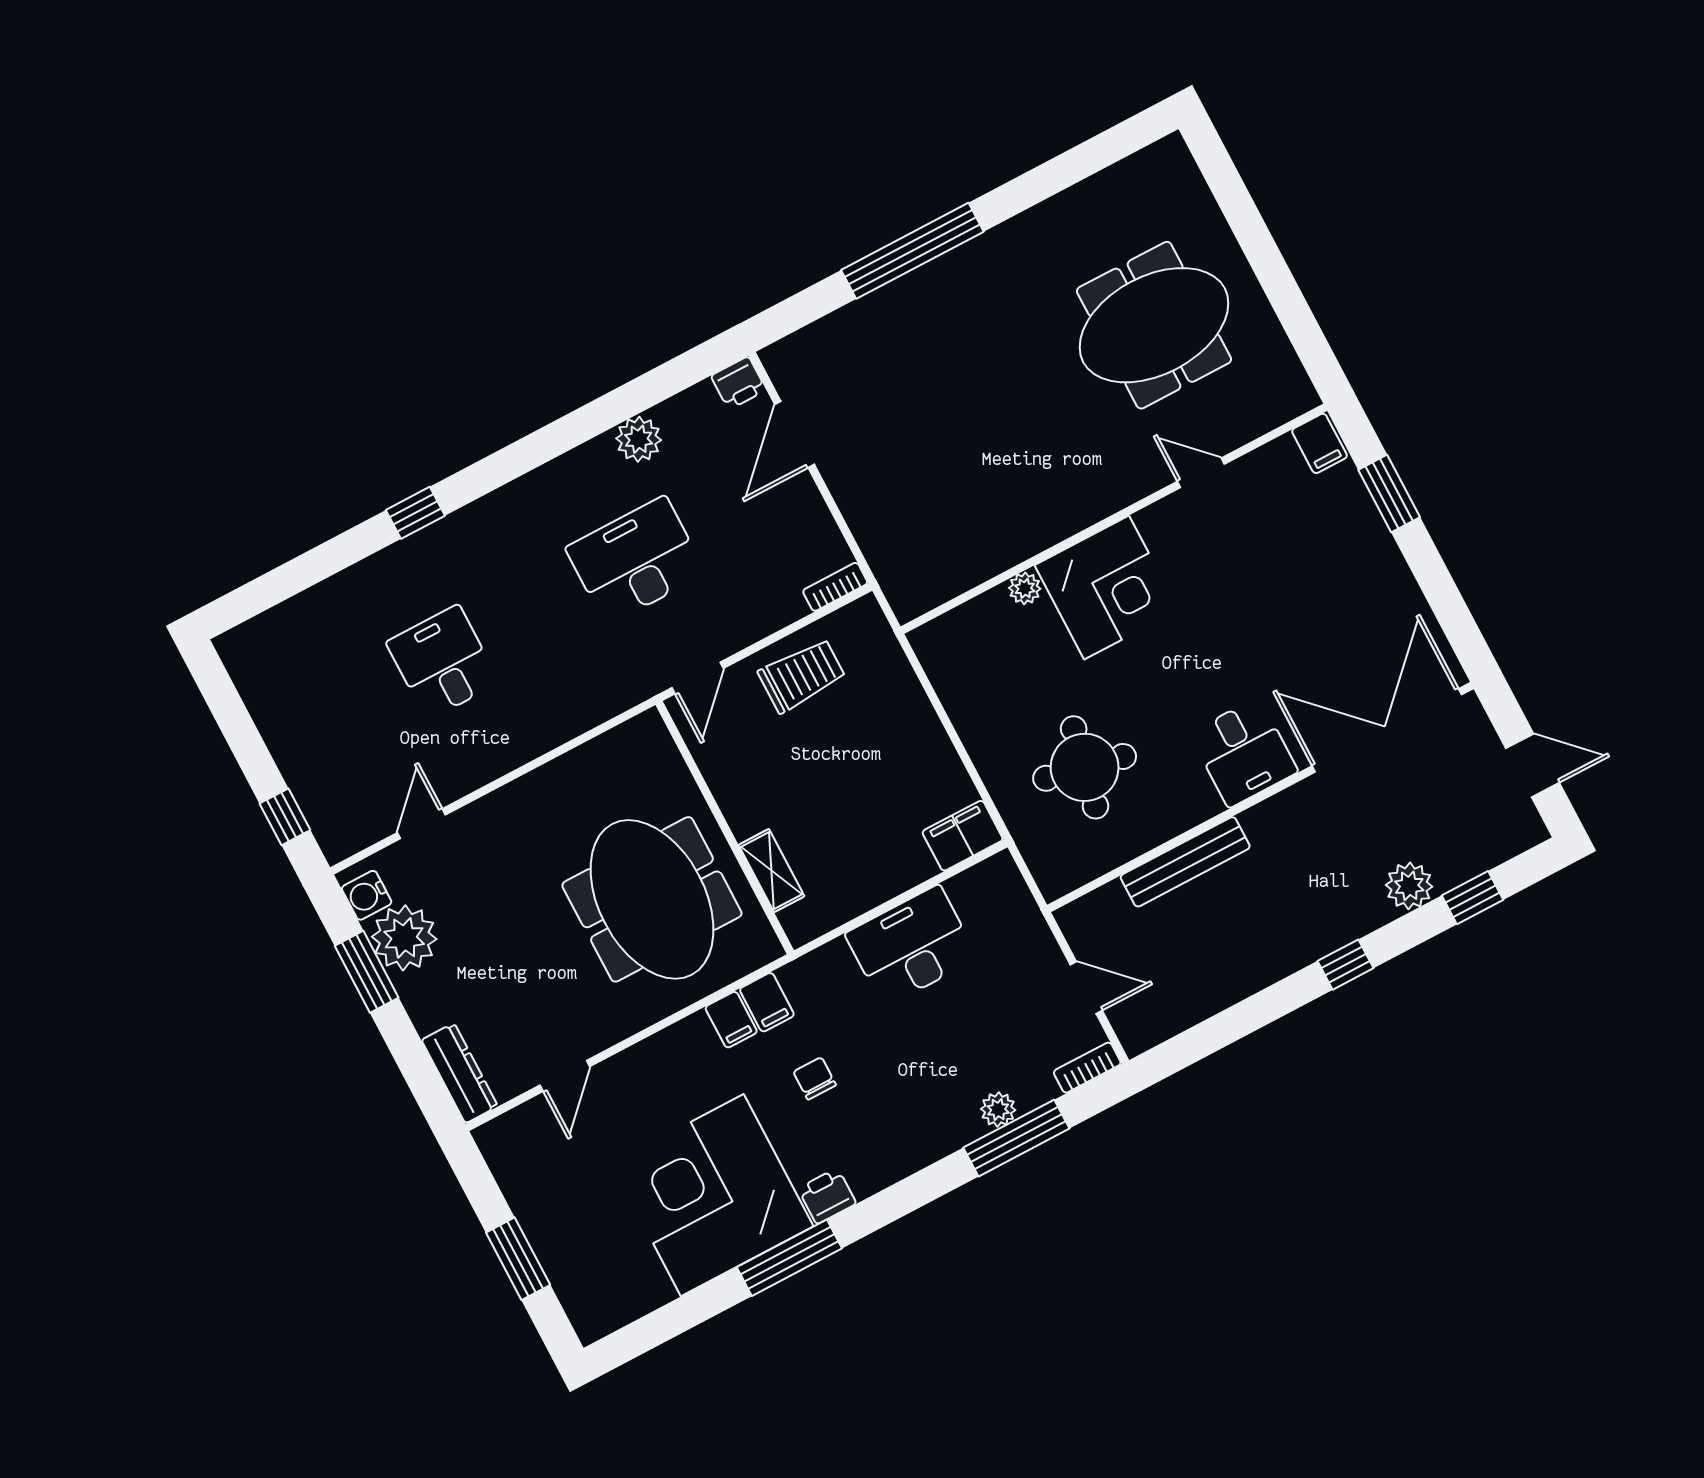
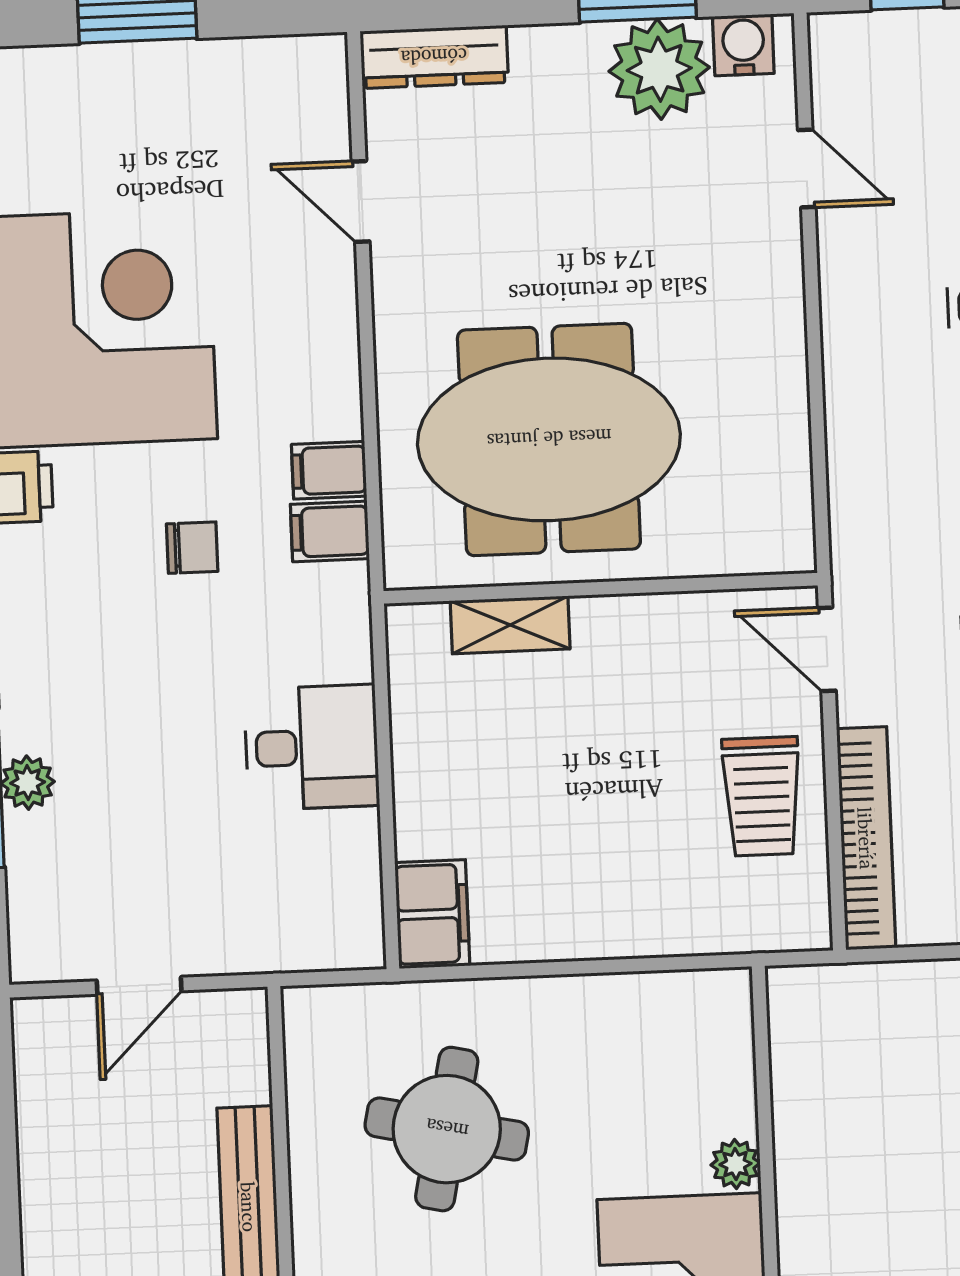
bookcase: (835, 587) -> (866, 838), width x2.31, depth x1.31
desk: (911, 946) -> (312, 747), width x0.73
bookcase: (1087, 1068) -> (27, 934), removed

